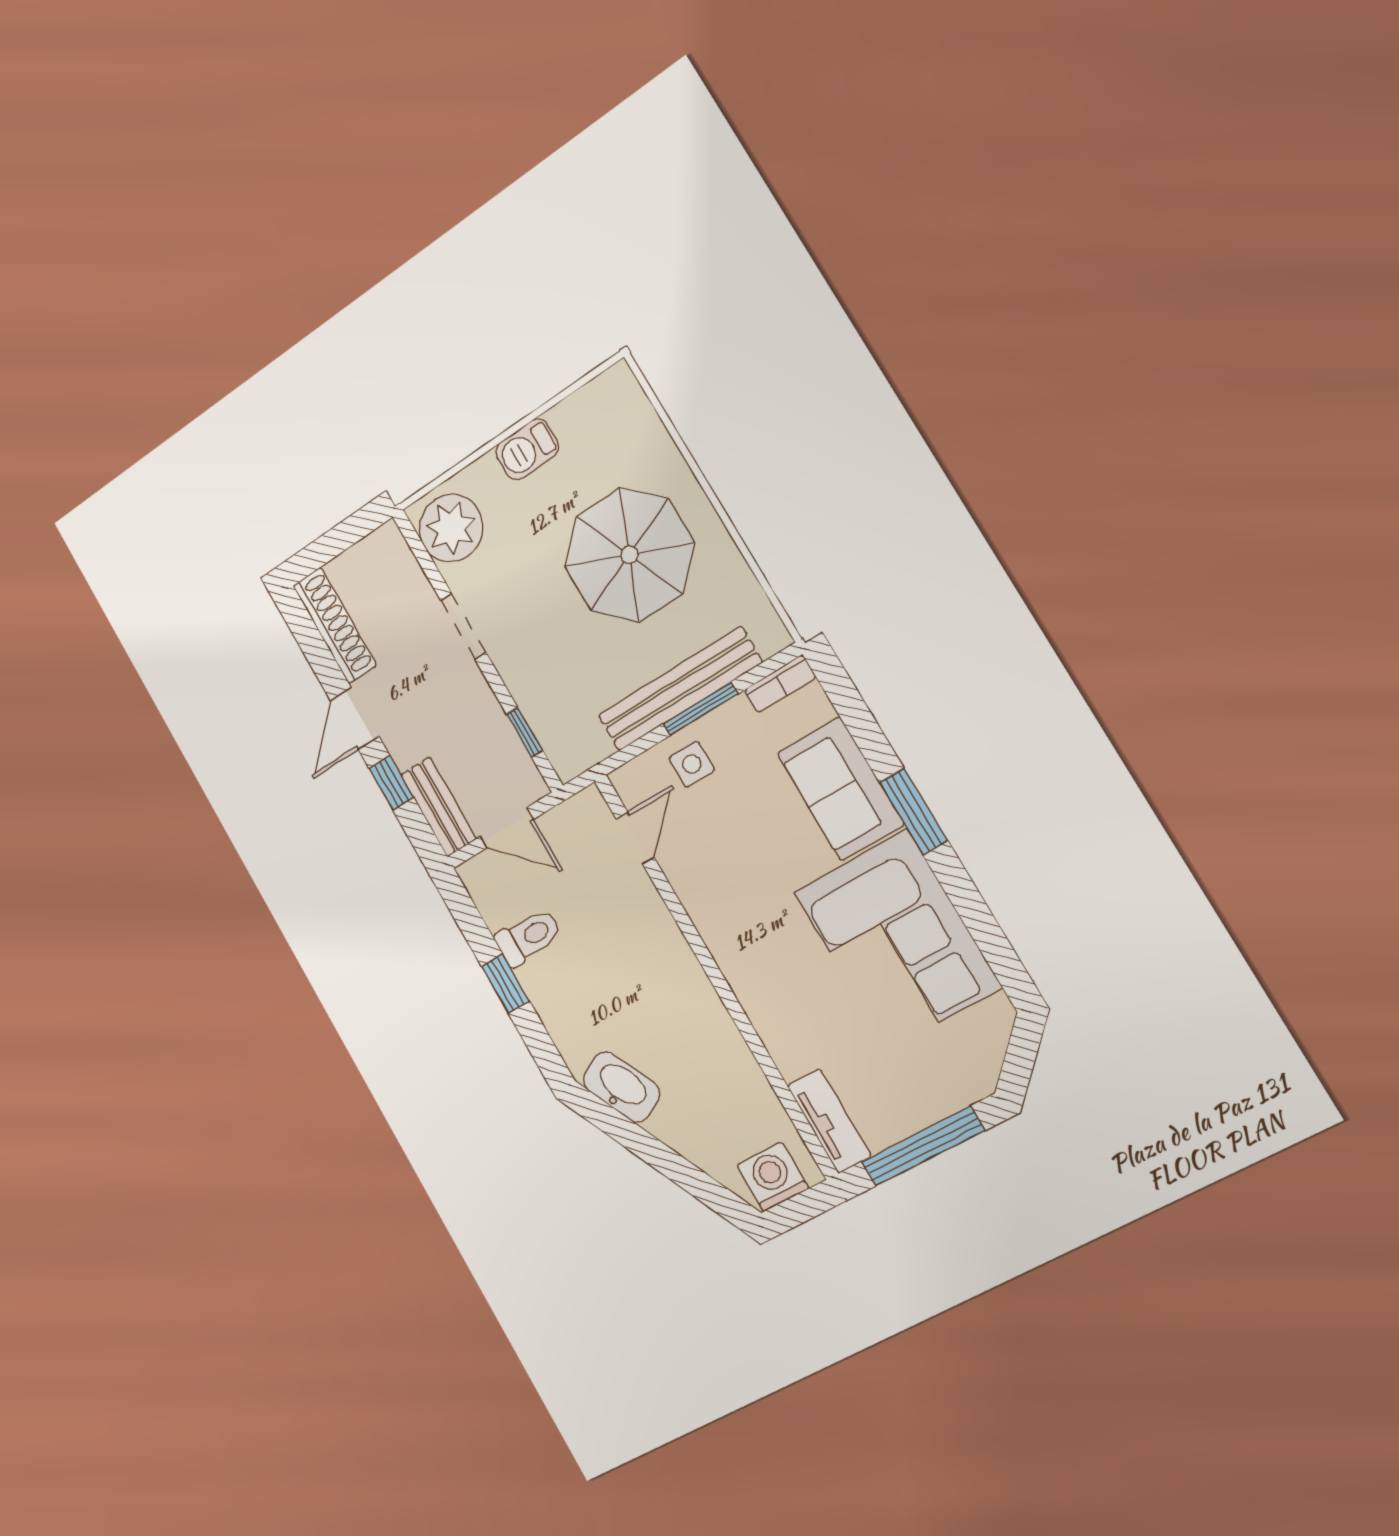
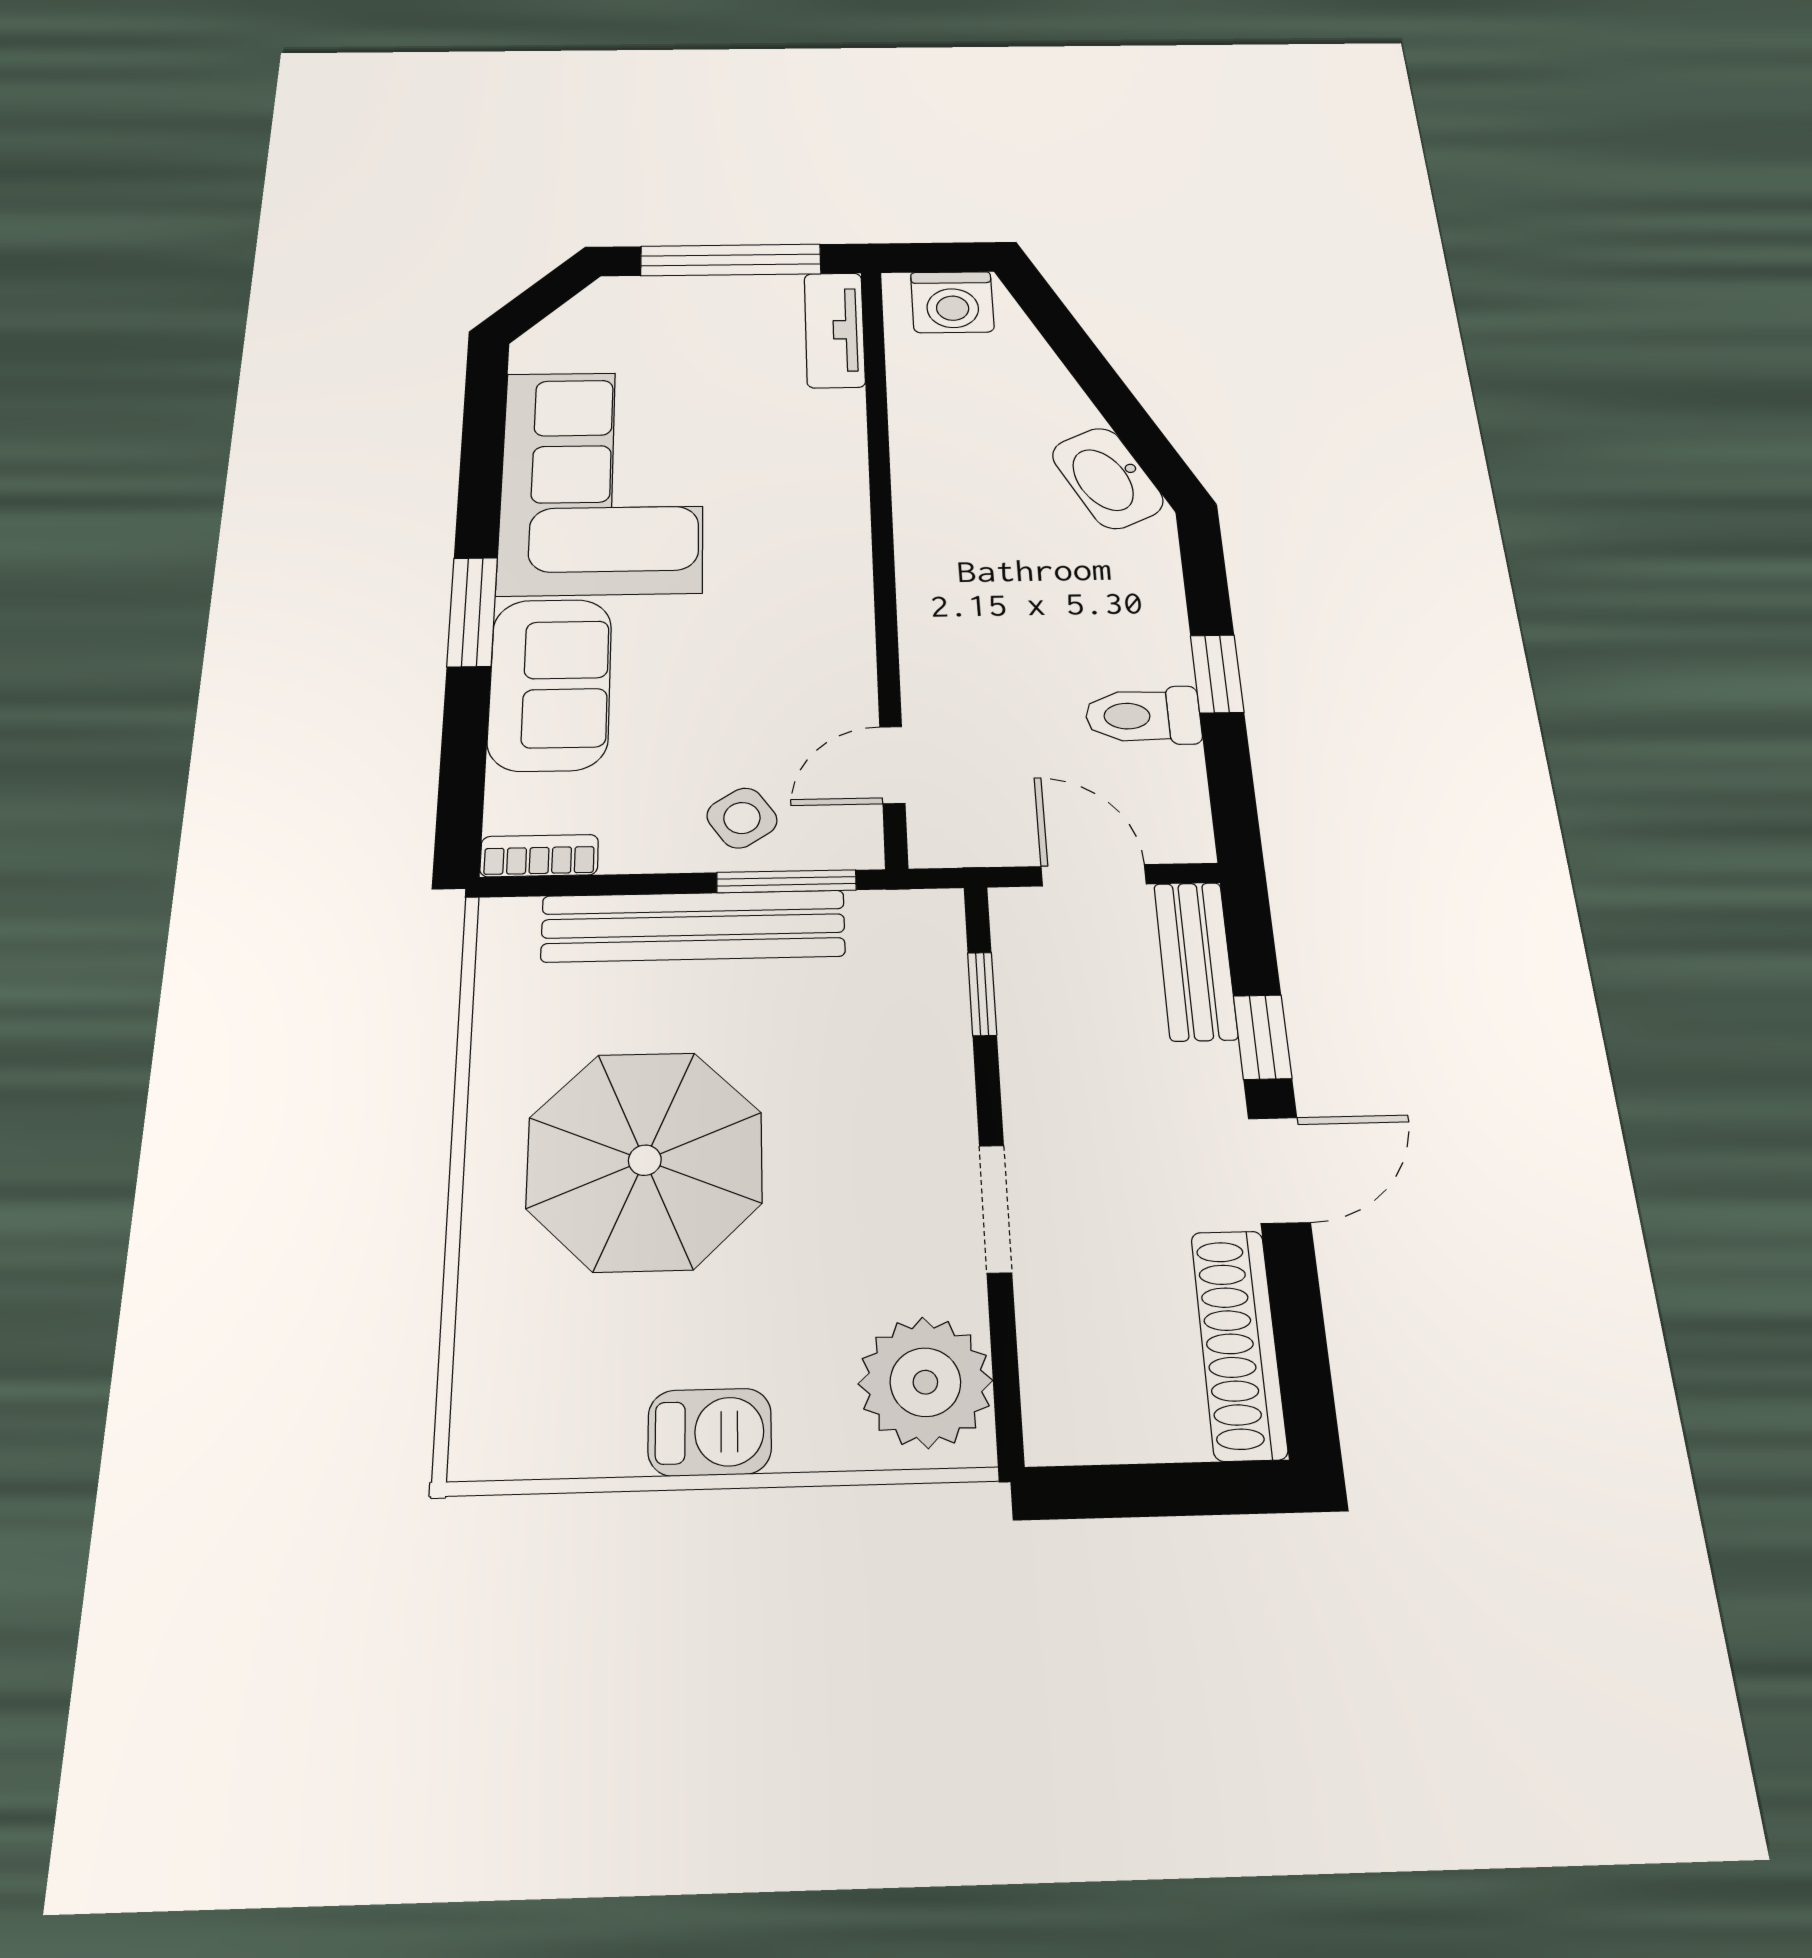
window: (700, 709) -> (786, 881), moved
side table: (692, 764) -> (742, 818), turned -34

